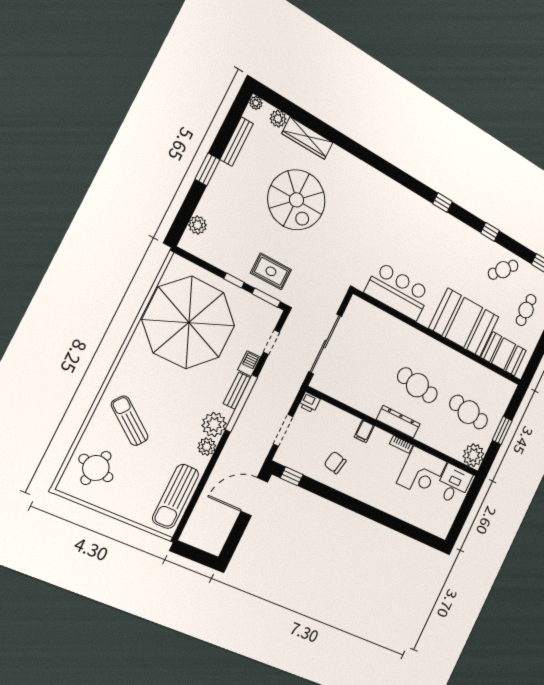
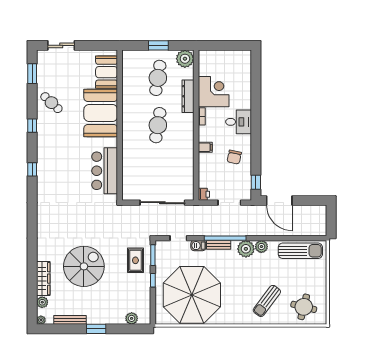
cafe table: (526, 310) -> (69, 71), removed
dresser: (398, 422) -> (188, 96), moved
desk: (454, 484) -> (239, 122), moved, turned 180

